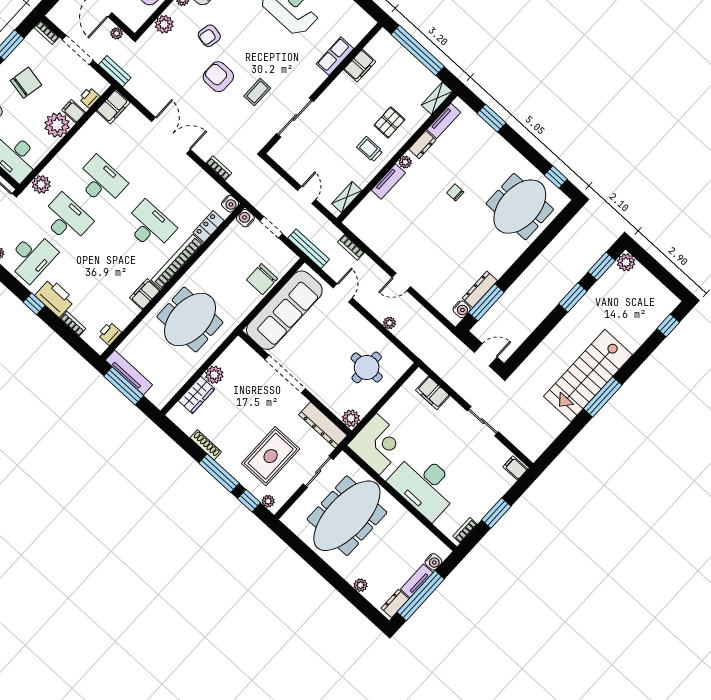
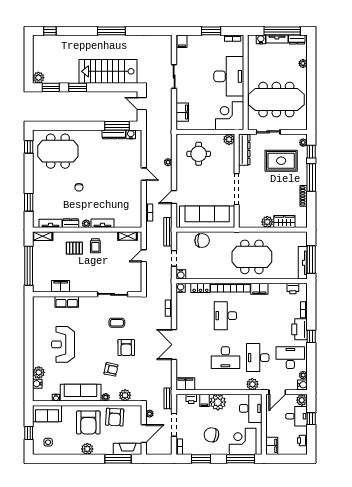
desk: (101, 181) -> (225, 358), turned -90
stairs: (588, 376) -> (108, 71), moved, turned 180

